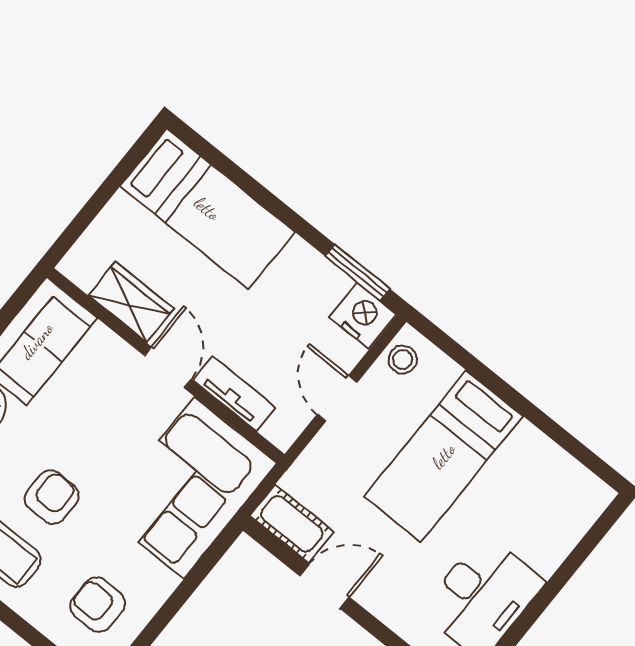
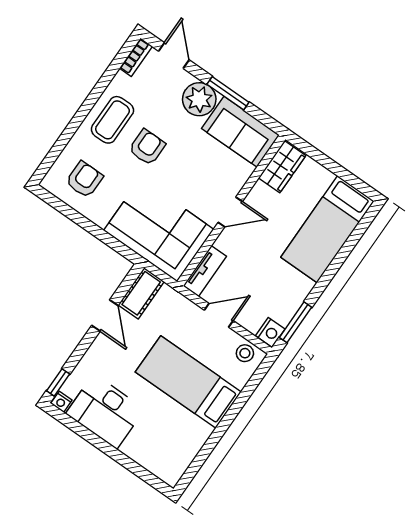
wardrobe: (131, 302) -> (282, 167), moved
nightstand: (363, 316) -> (270, 332), width x0.74, depth x0.75
tv unit: (235, 394) -> (205, 271), moved
armchair: (52, 497) -> (147, 147), turned -90

